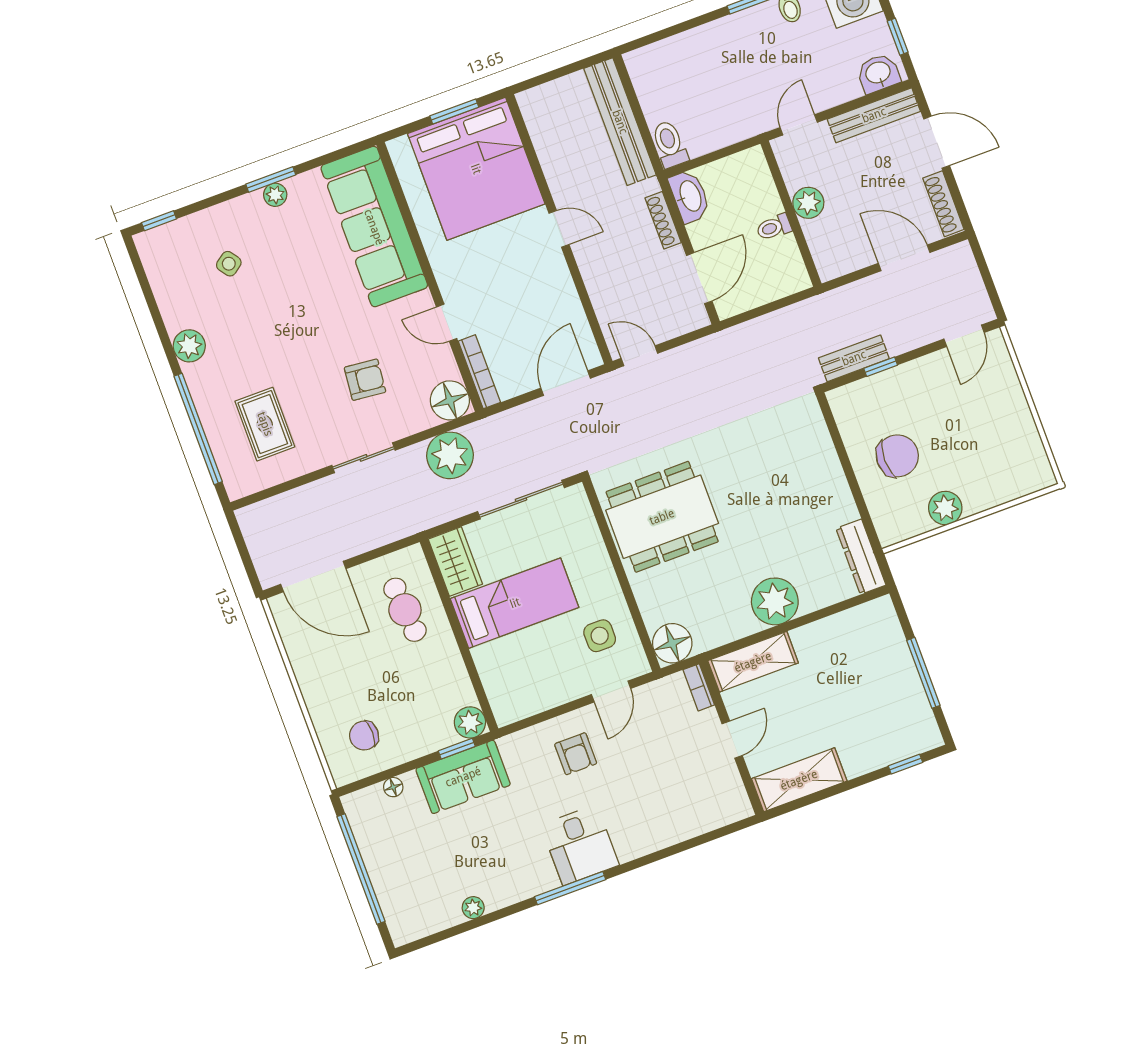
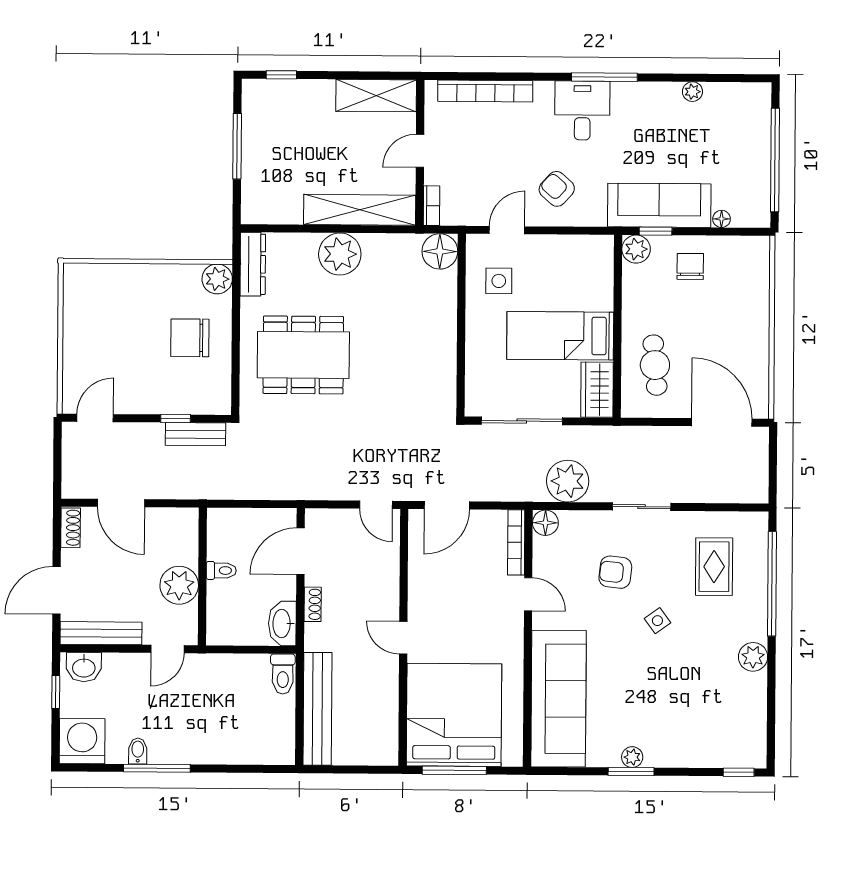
window: (454, 112) -> (454, 770), width x1.44
door: (937, 142) -> (56, 590), hinge flipped
plant: (808, 203) -> (179, 585), width x1.36, depth x1.36
shoe rack: (943, 204) -> (71, 528), width x0.70
shoe rack: (663, 220) -> (313, 604), width x0.70
side table: (229, 264) -> (657, 621), moved
floor lamp: (450, 400) -> (545, 523), width x0.73, depth x0.73
plant: (945, 508) -> (217, 279), moved
dining table: (662, 517) -> (303, 355), moved
shelving: (753, 662) -> (360, 210), width x1.47
chair: (364, 736) -> (690, 266), moved, turned -90
armchair: (576, 754) -> (557, 189), turned -48
sofa: (463, 777) -> (659, 205), width x1.36
bookcase: (688, 827) -> (485, 91), added

